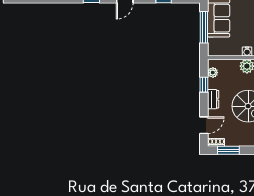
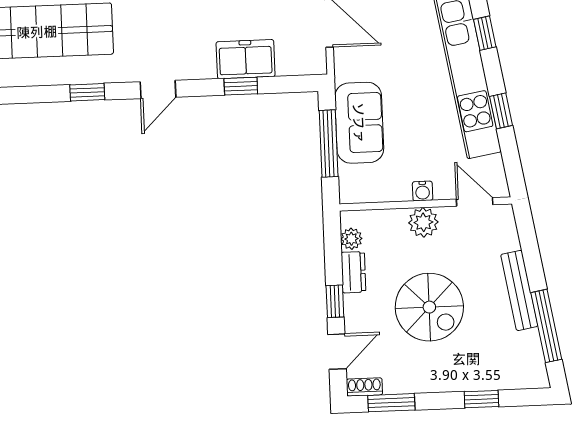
window: (204, 85) -> (335, 301), moved
dresser: (213, 99) -> (353, 272), moved

